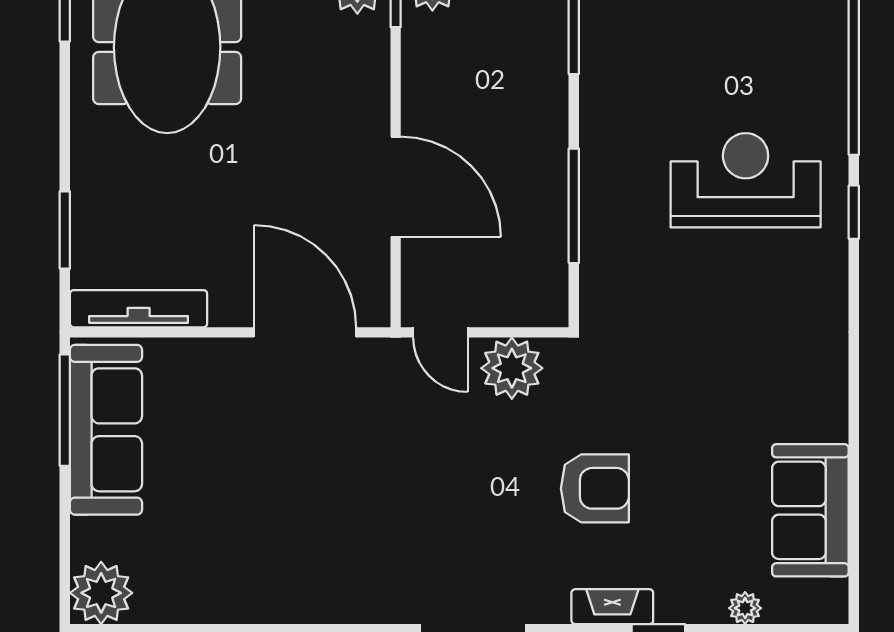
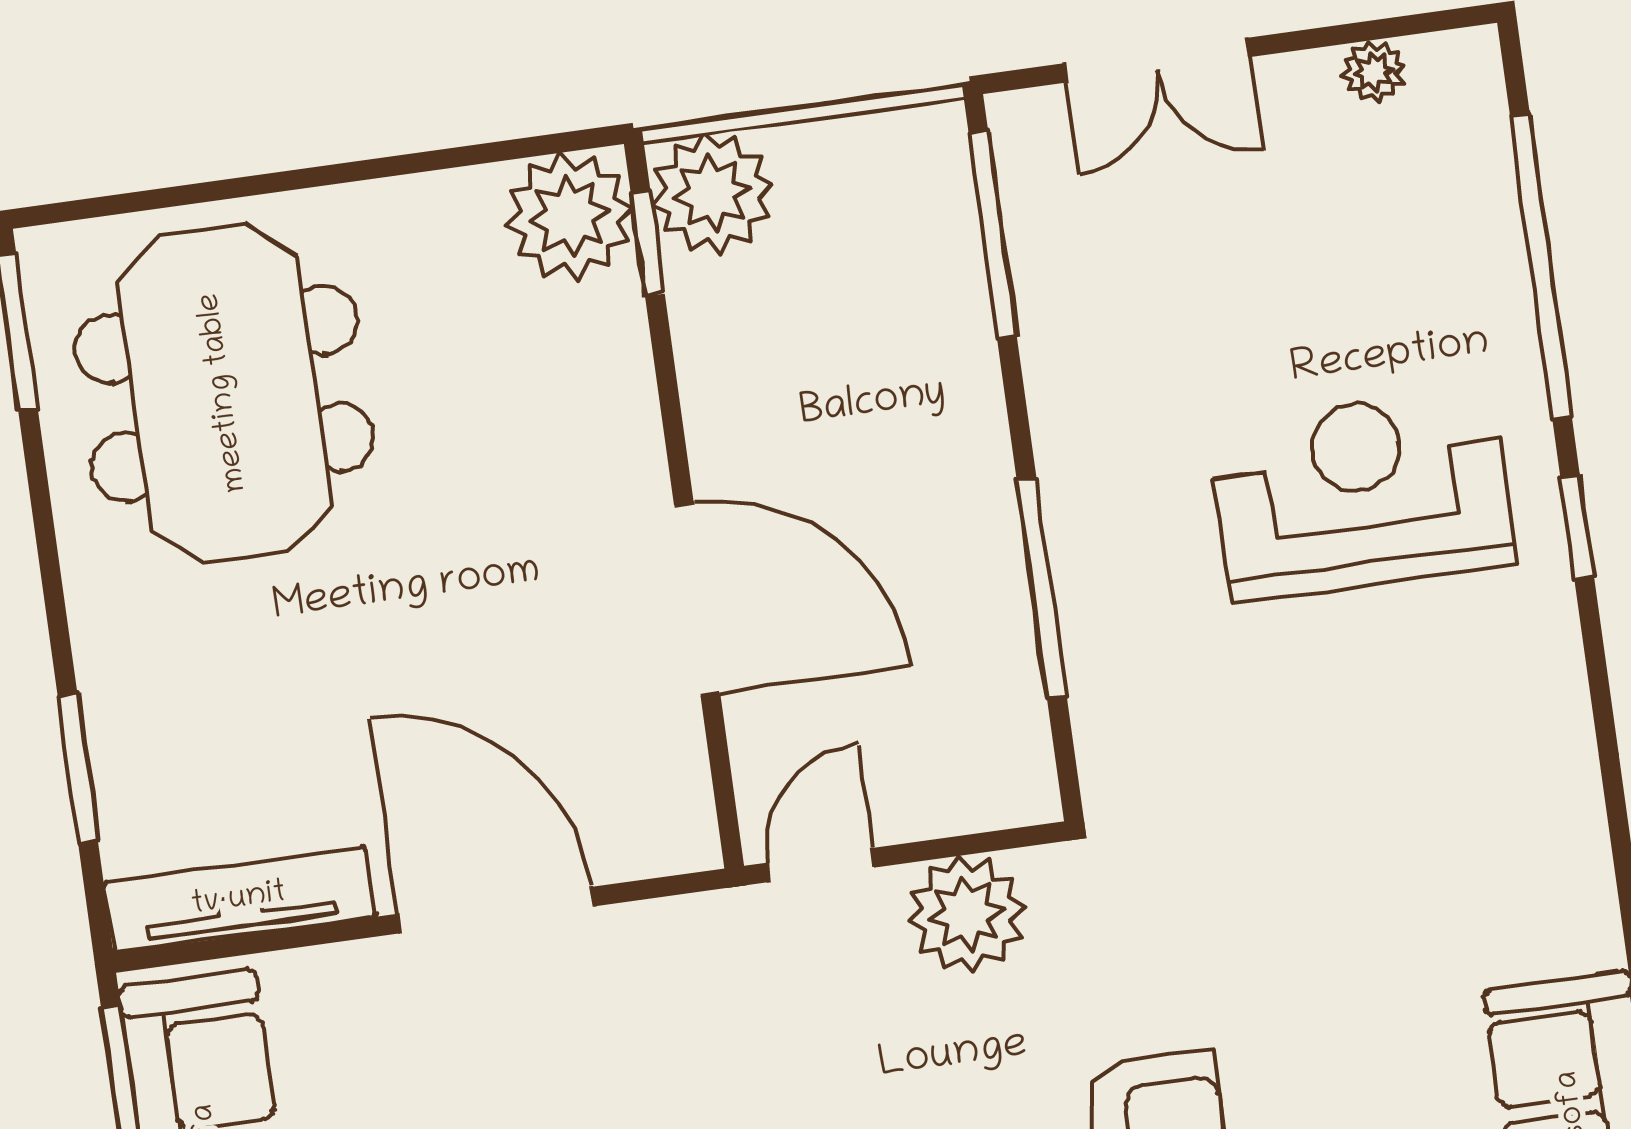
door: (305, 332) -> (495, 910), moved
door: (440, 332) -> (821, 865), swing flipped

